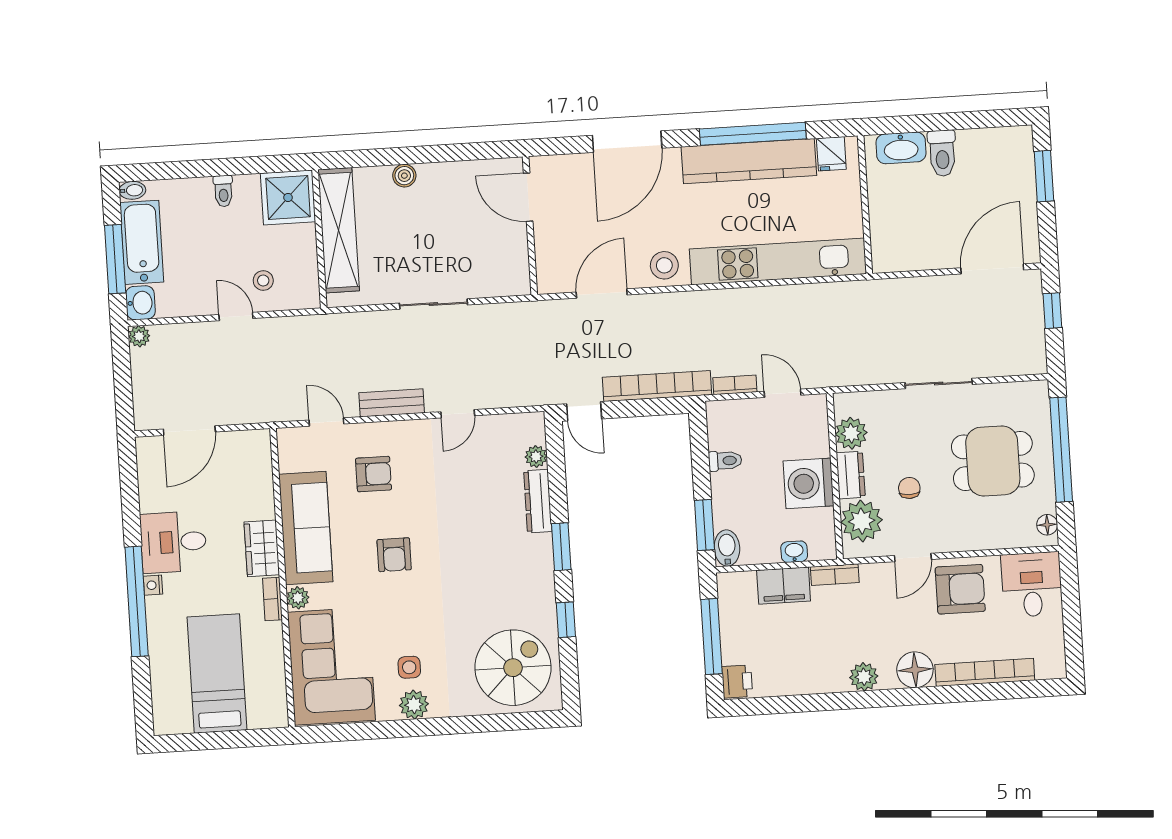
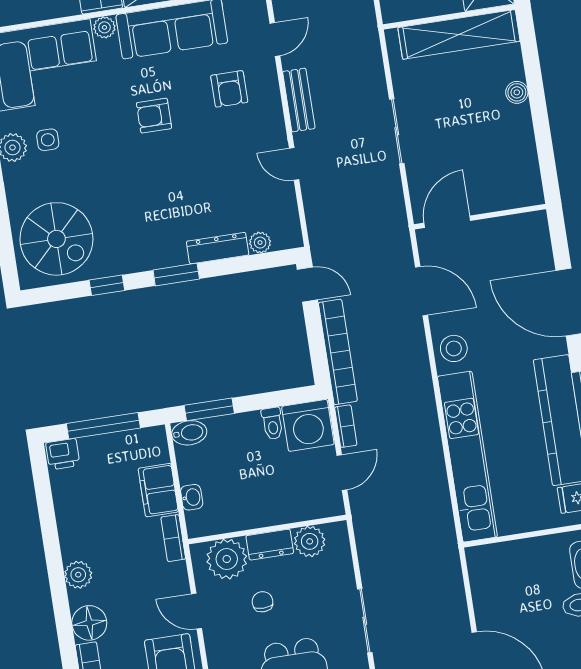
door: (528, 197) -> (447, 222), moved
door: (584, 411) -> (307, 285), swing flipped
washing machine: (808, 483) -> (308, 425), moved, turned 180
chair: (909, 488) -> (263, 602), turned -90

